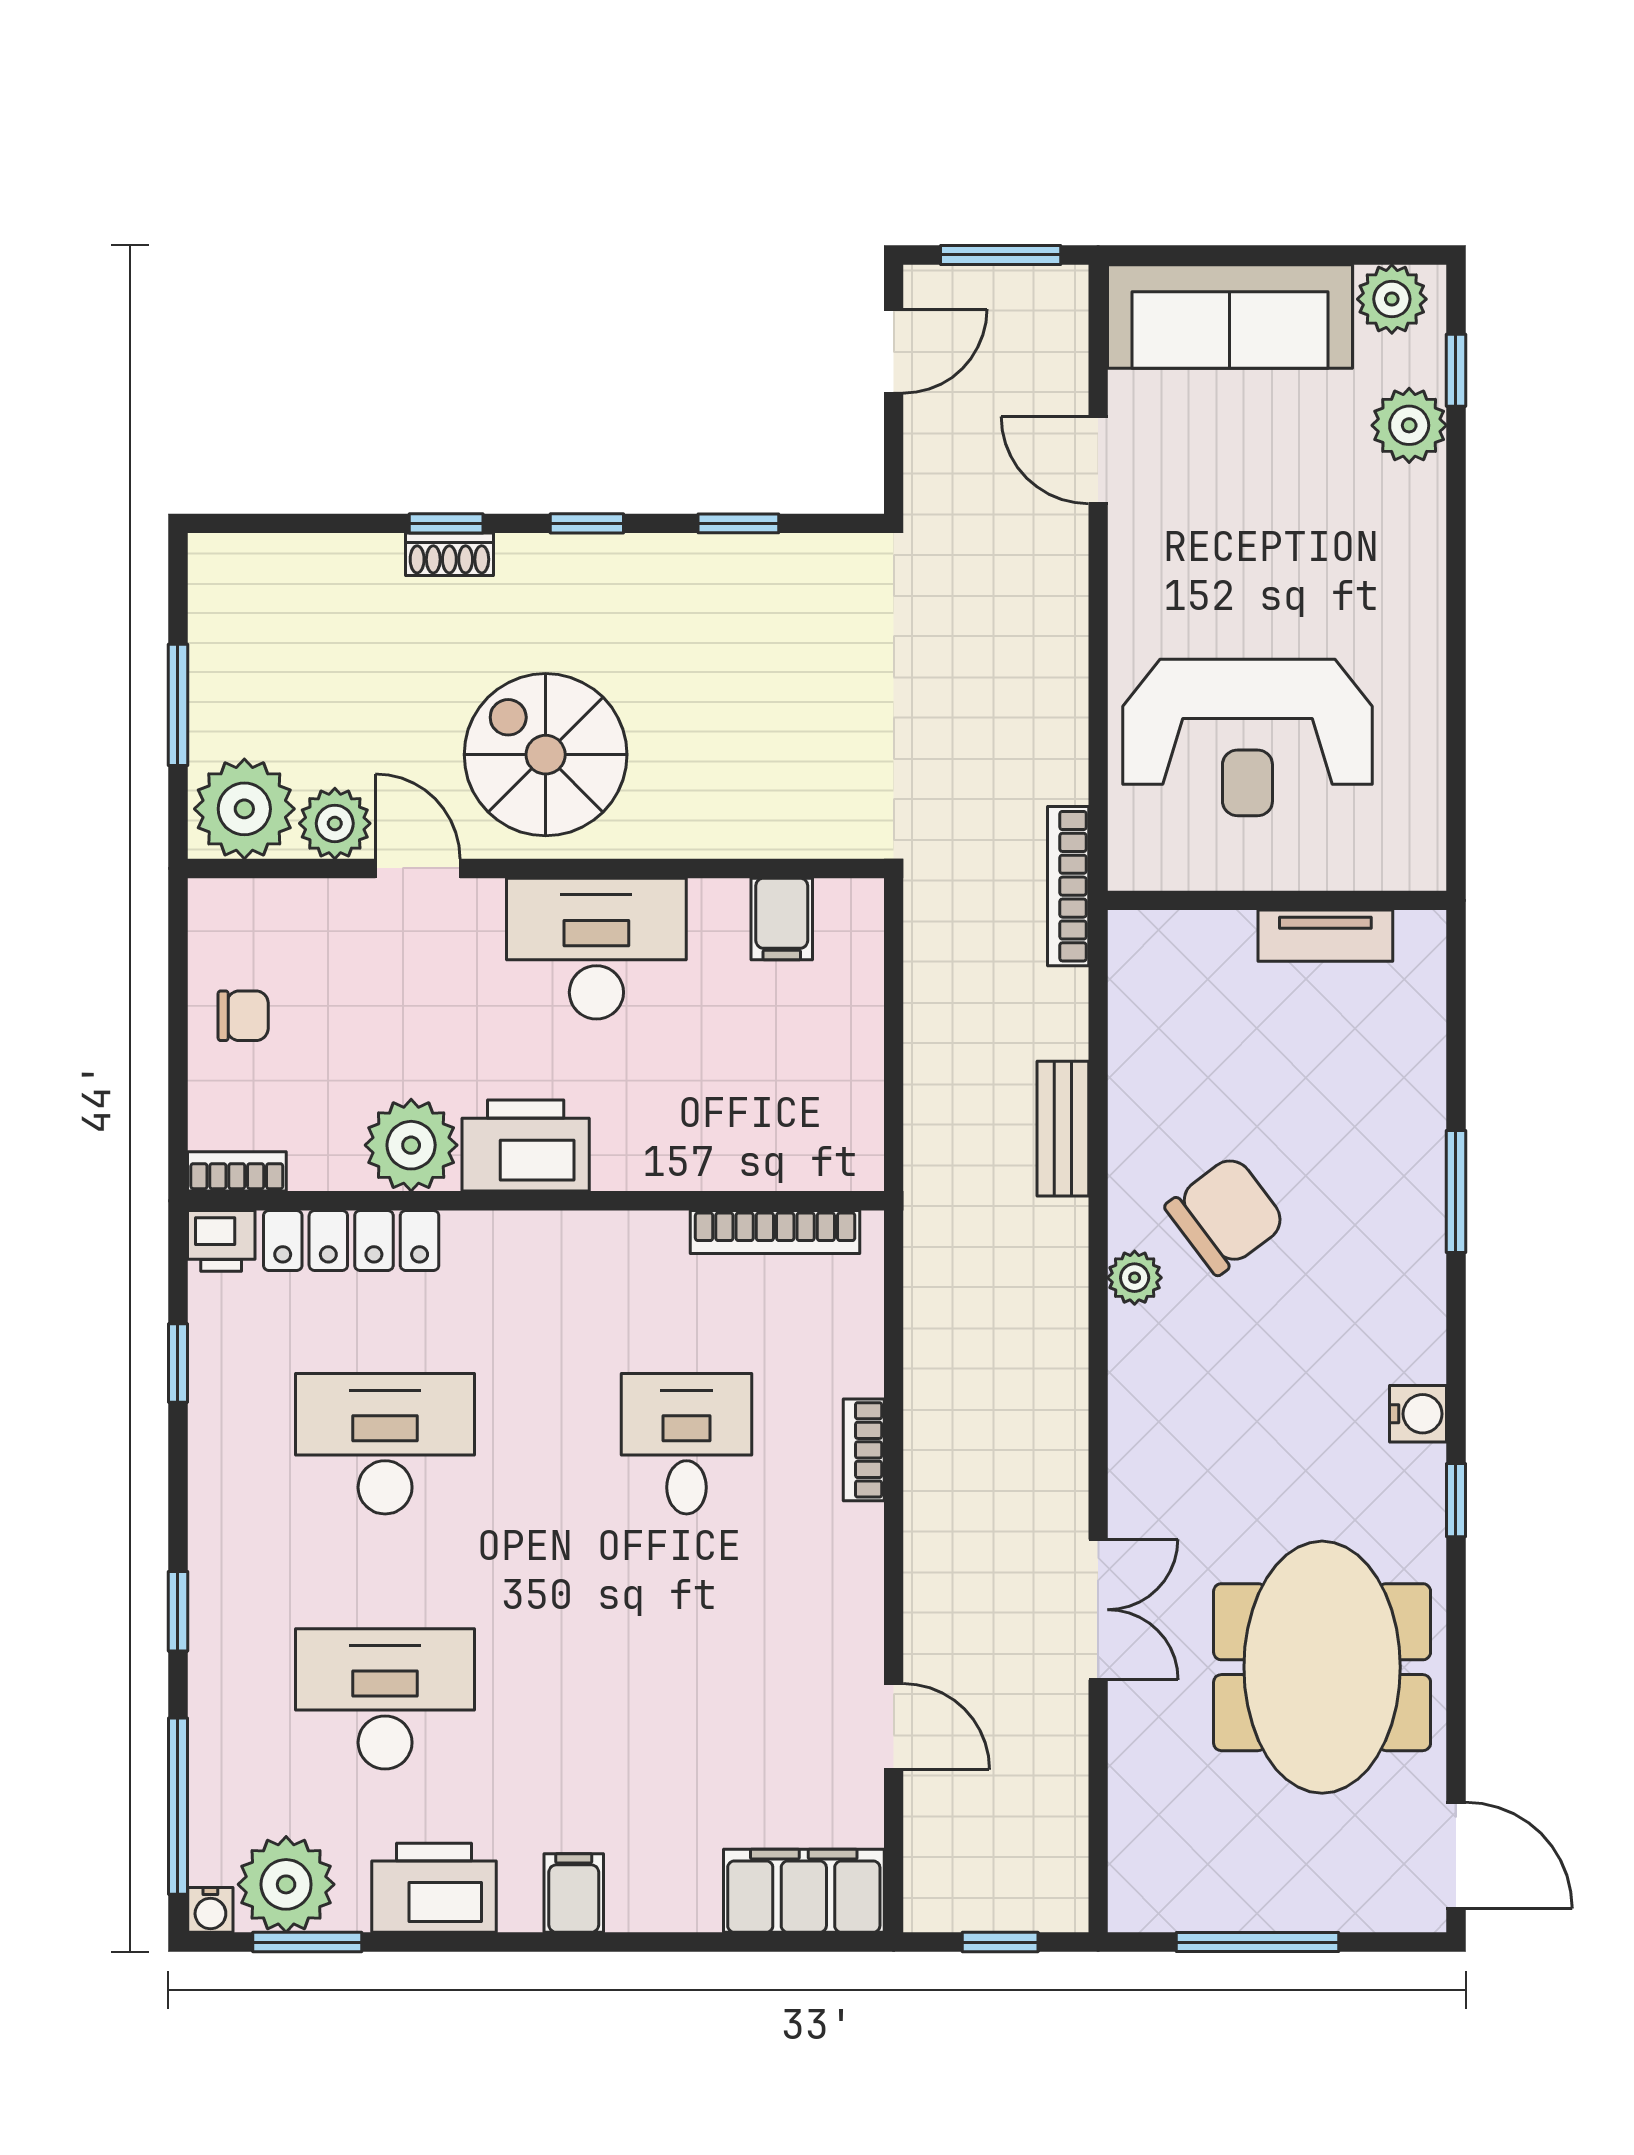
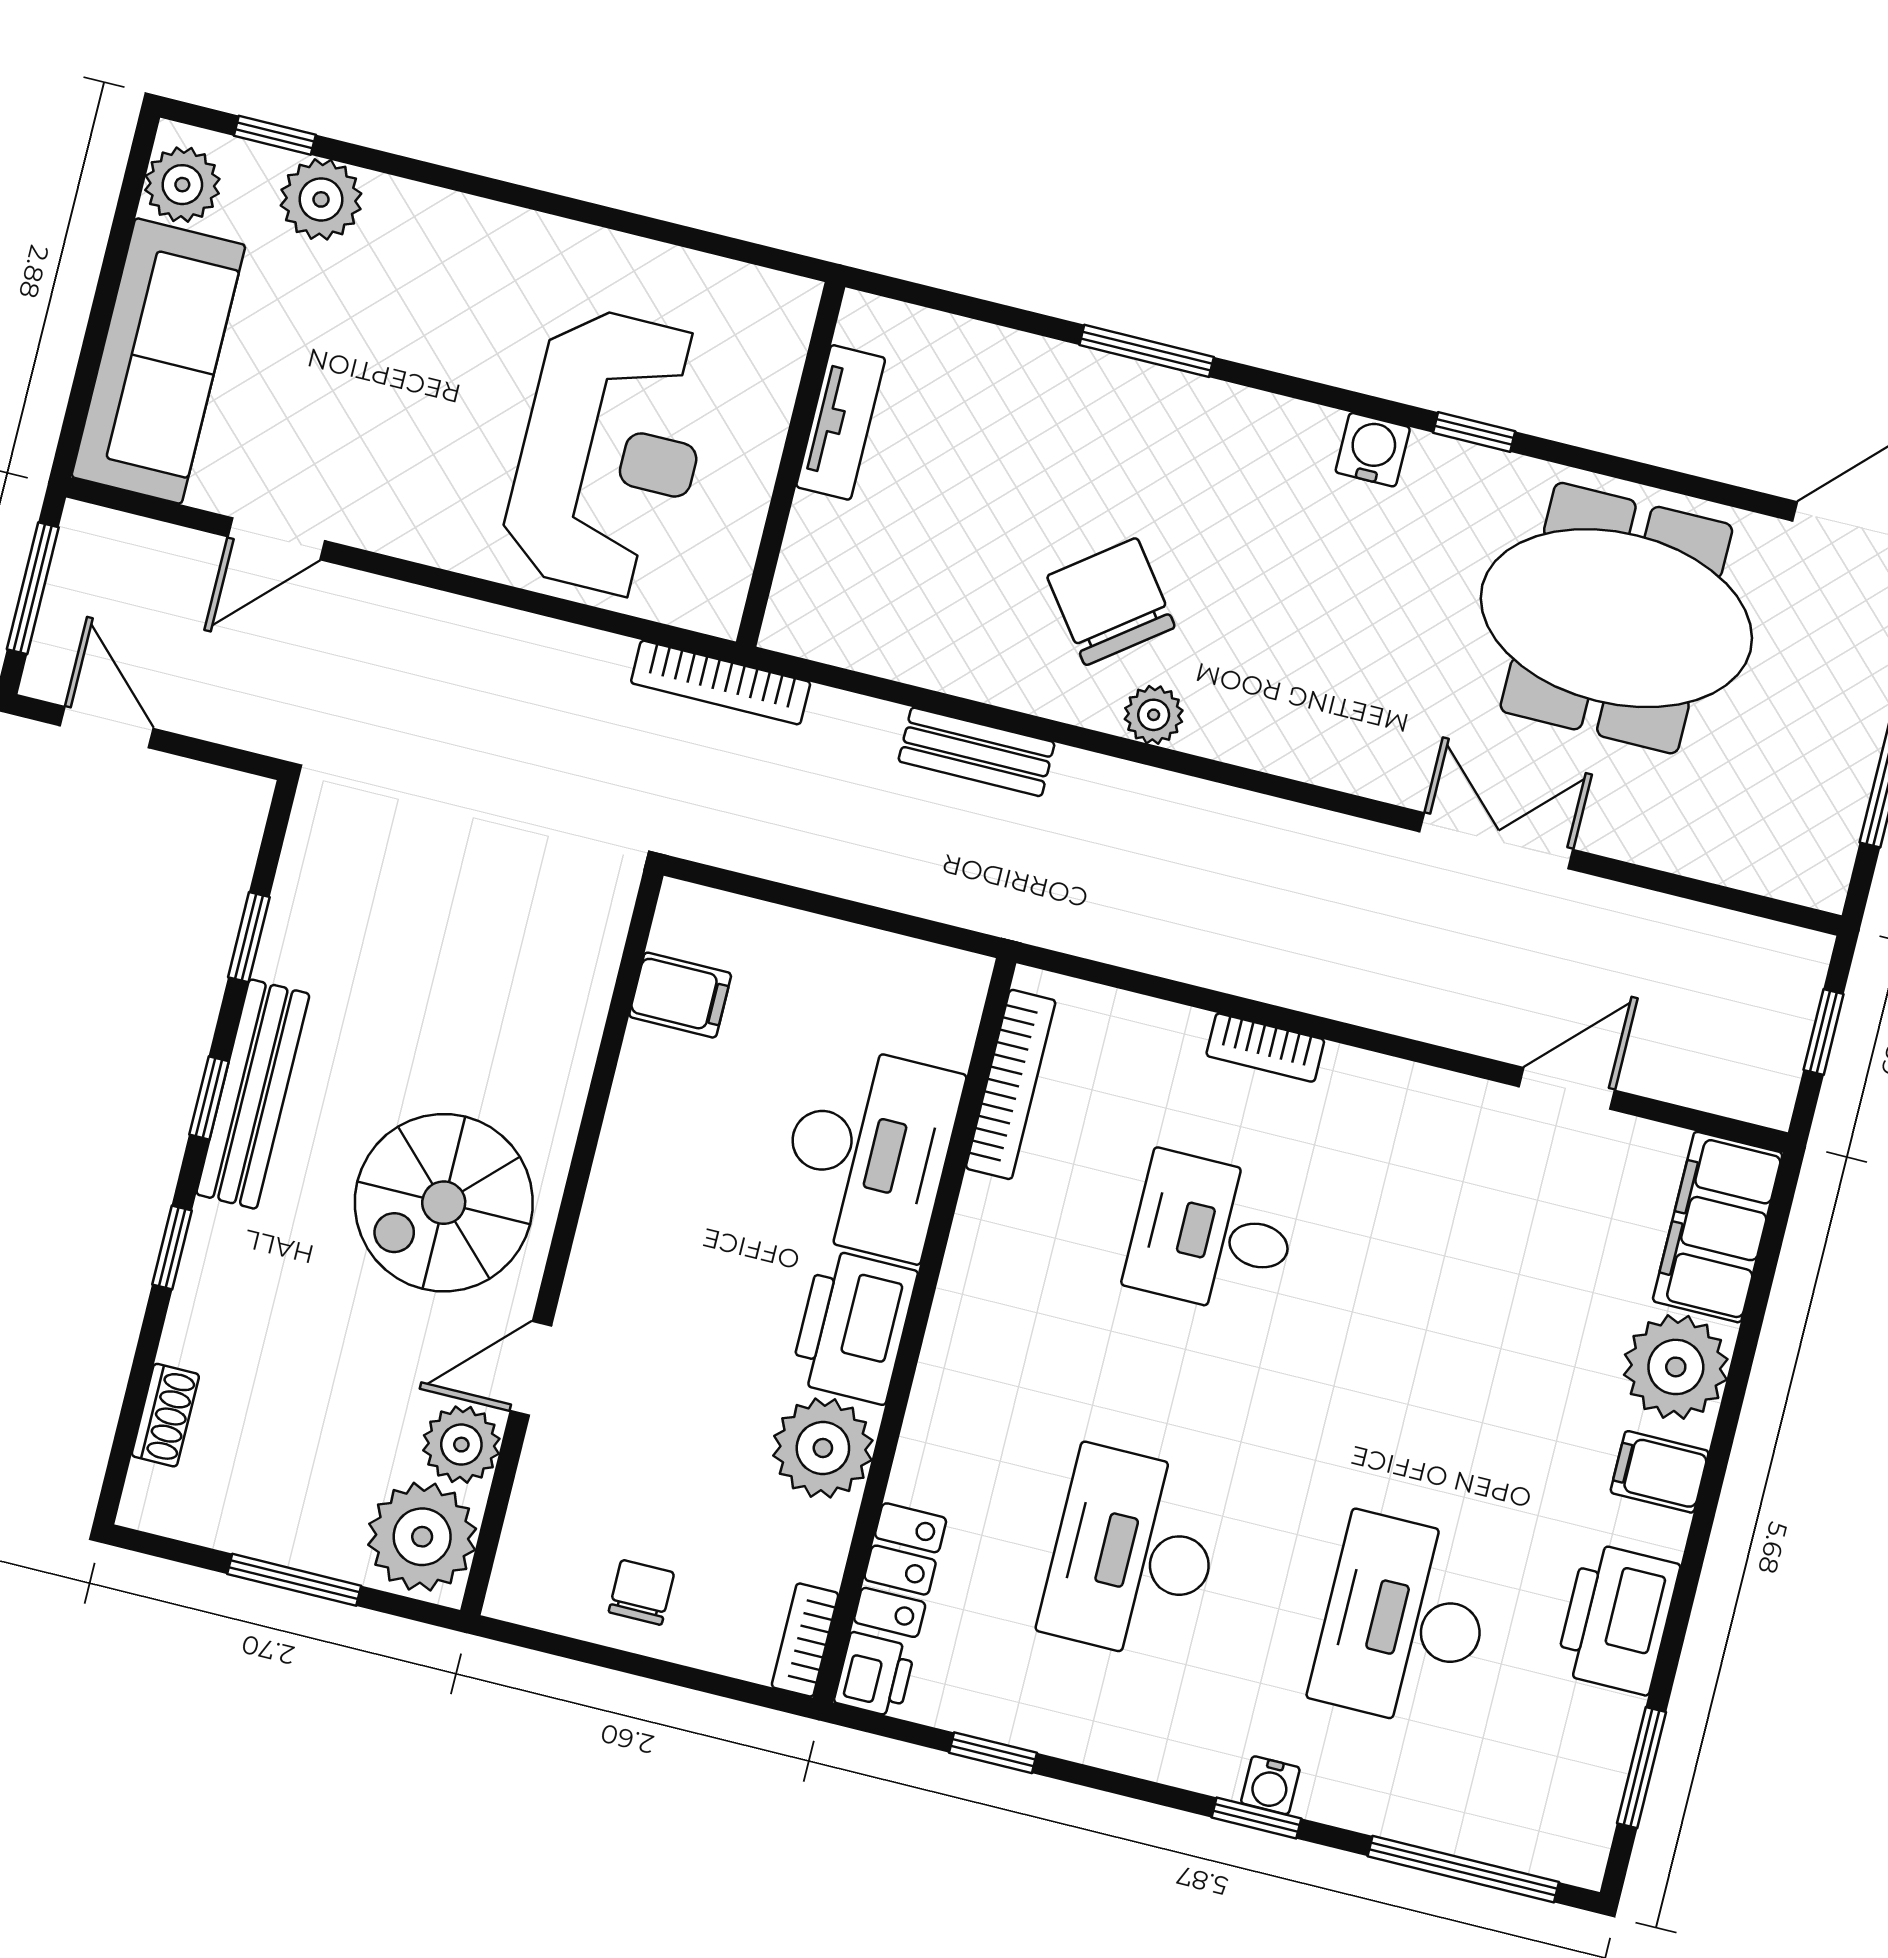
shoe rack: (449, 554) -> (165, 1415), moved
bench: (600, 561) -> (253, 1094), added
desk: (596, 949) -> (869, 1152), moved, turned 180
locker: (351, 1241) -> (900, 1570), width x0.66
plant: (286, 1884) -> (1676, 1367), moved
water cooler: (210, 1910) -> (1270, 1785), moved, turned 90

